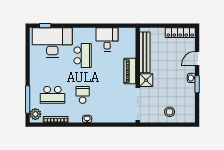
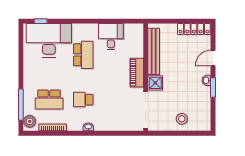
school desk: (83, 95) -> (83, 100), turned -90

